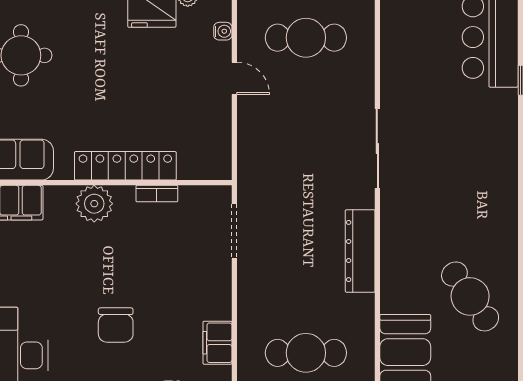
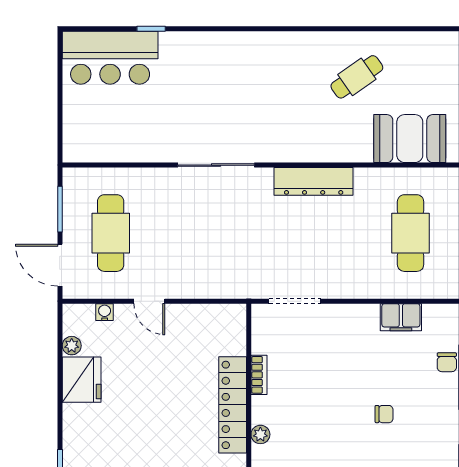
door: (234, 78) -> (149, 301), swing flipped
plant: (94, 204) -> (260, 434), width x0.53, depth x0.53
cafe table: (470, 296) -> (357, 77), width x0.73, depth x0.74
chair: (116, 325) -> (384, 414), width x0.54, depth x0.54

